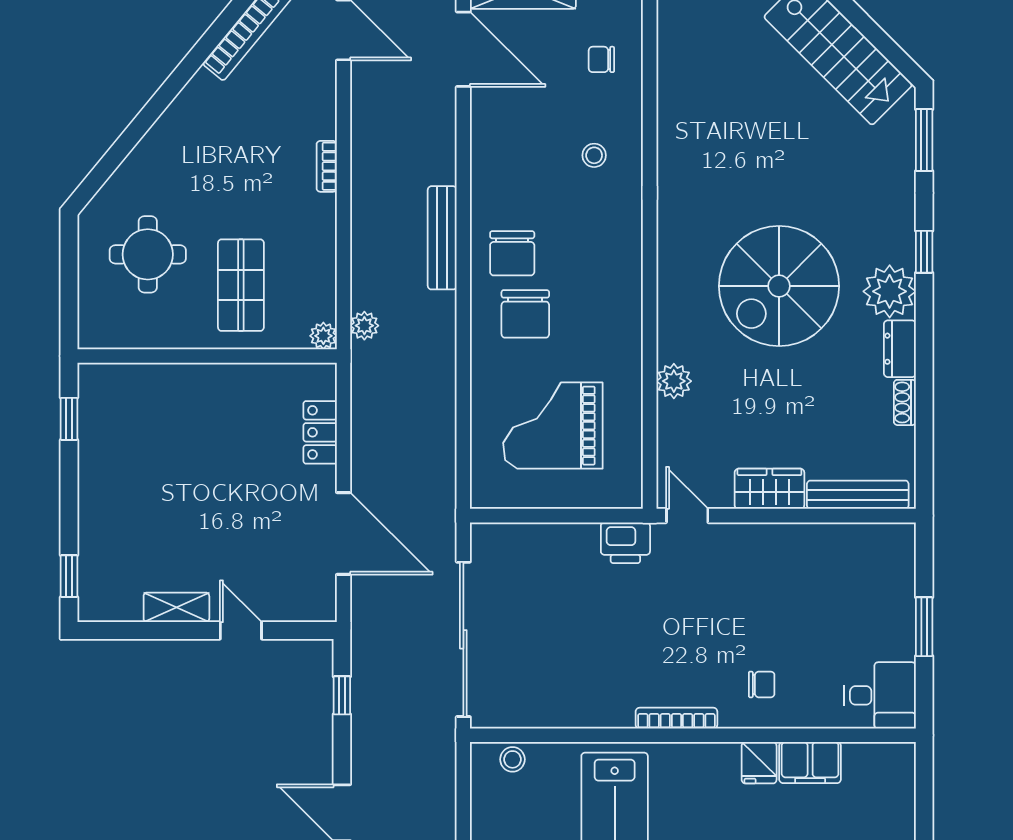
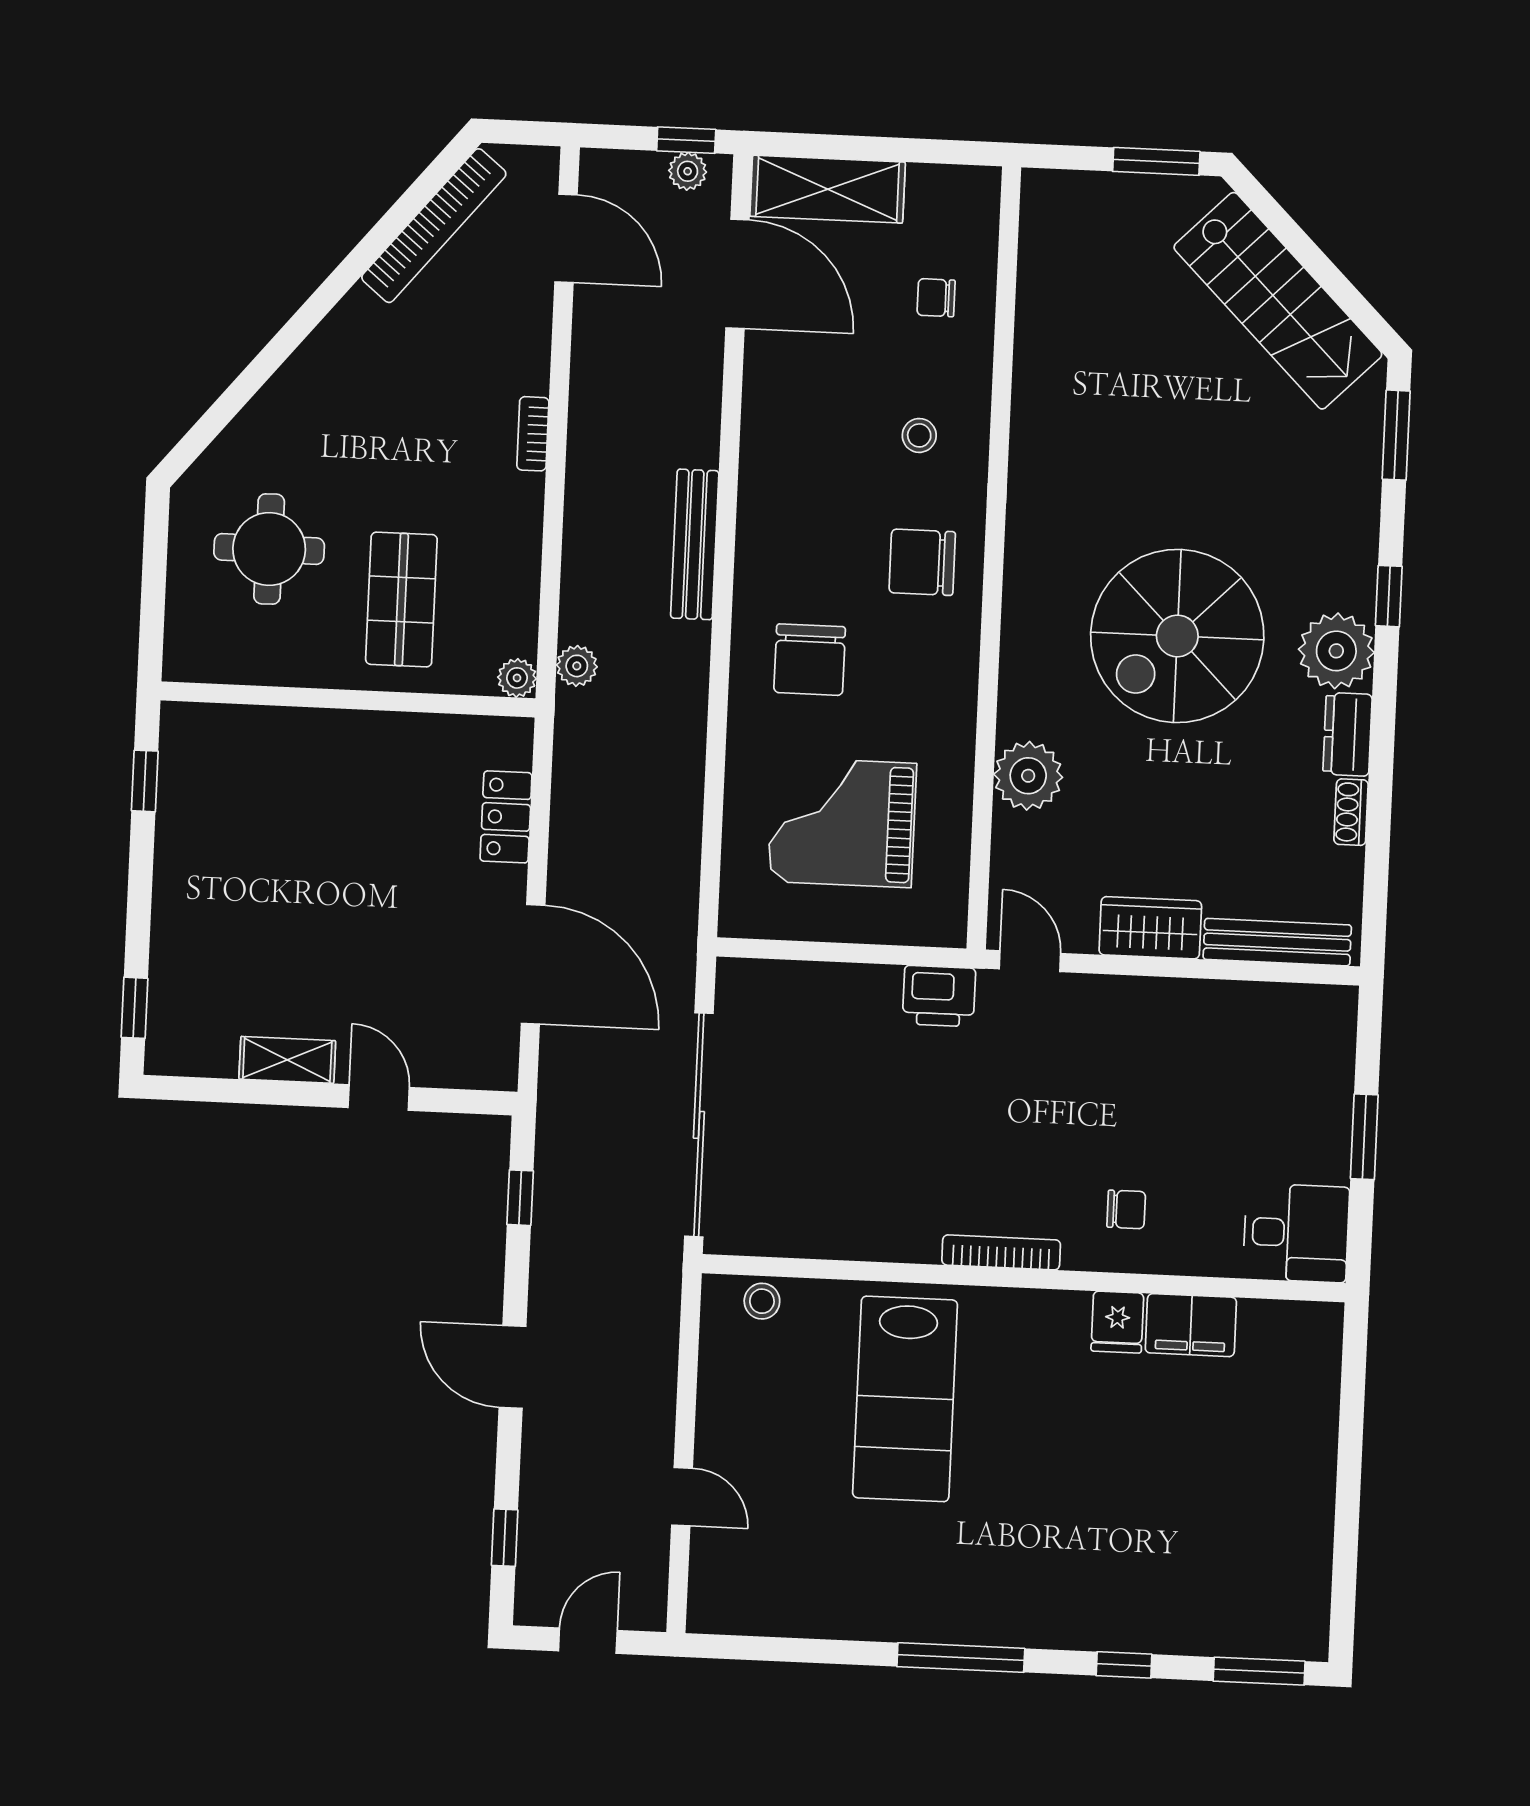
chair: (512, 253) -> (922, 562), moved, turned 90
plant: (674, 381) -> (1028, 776), width x1.36, depth x1.36

